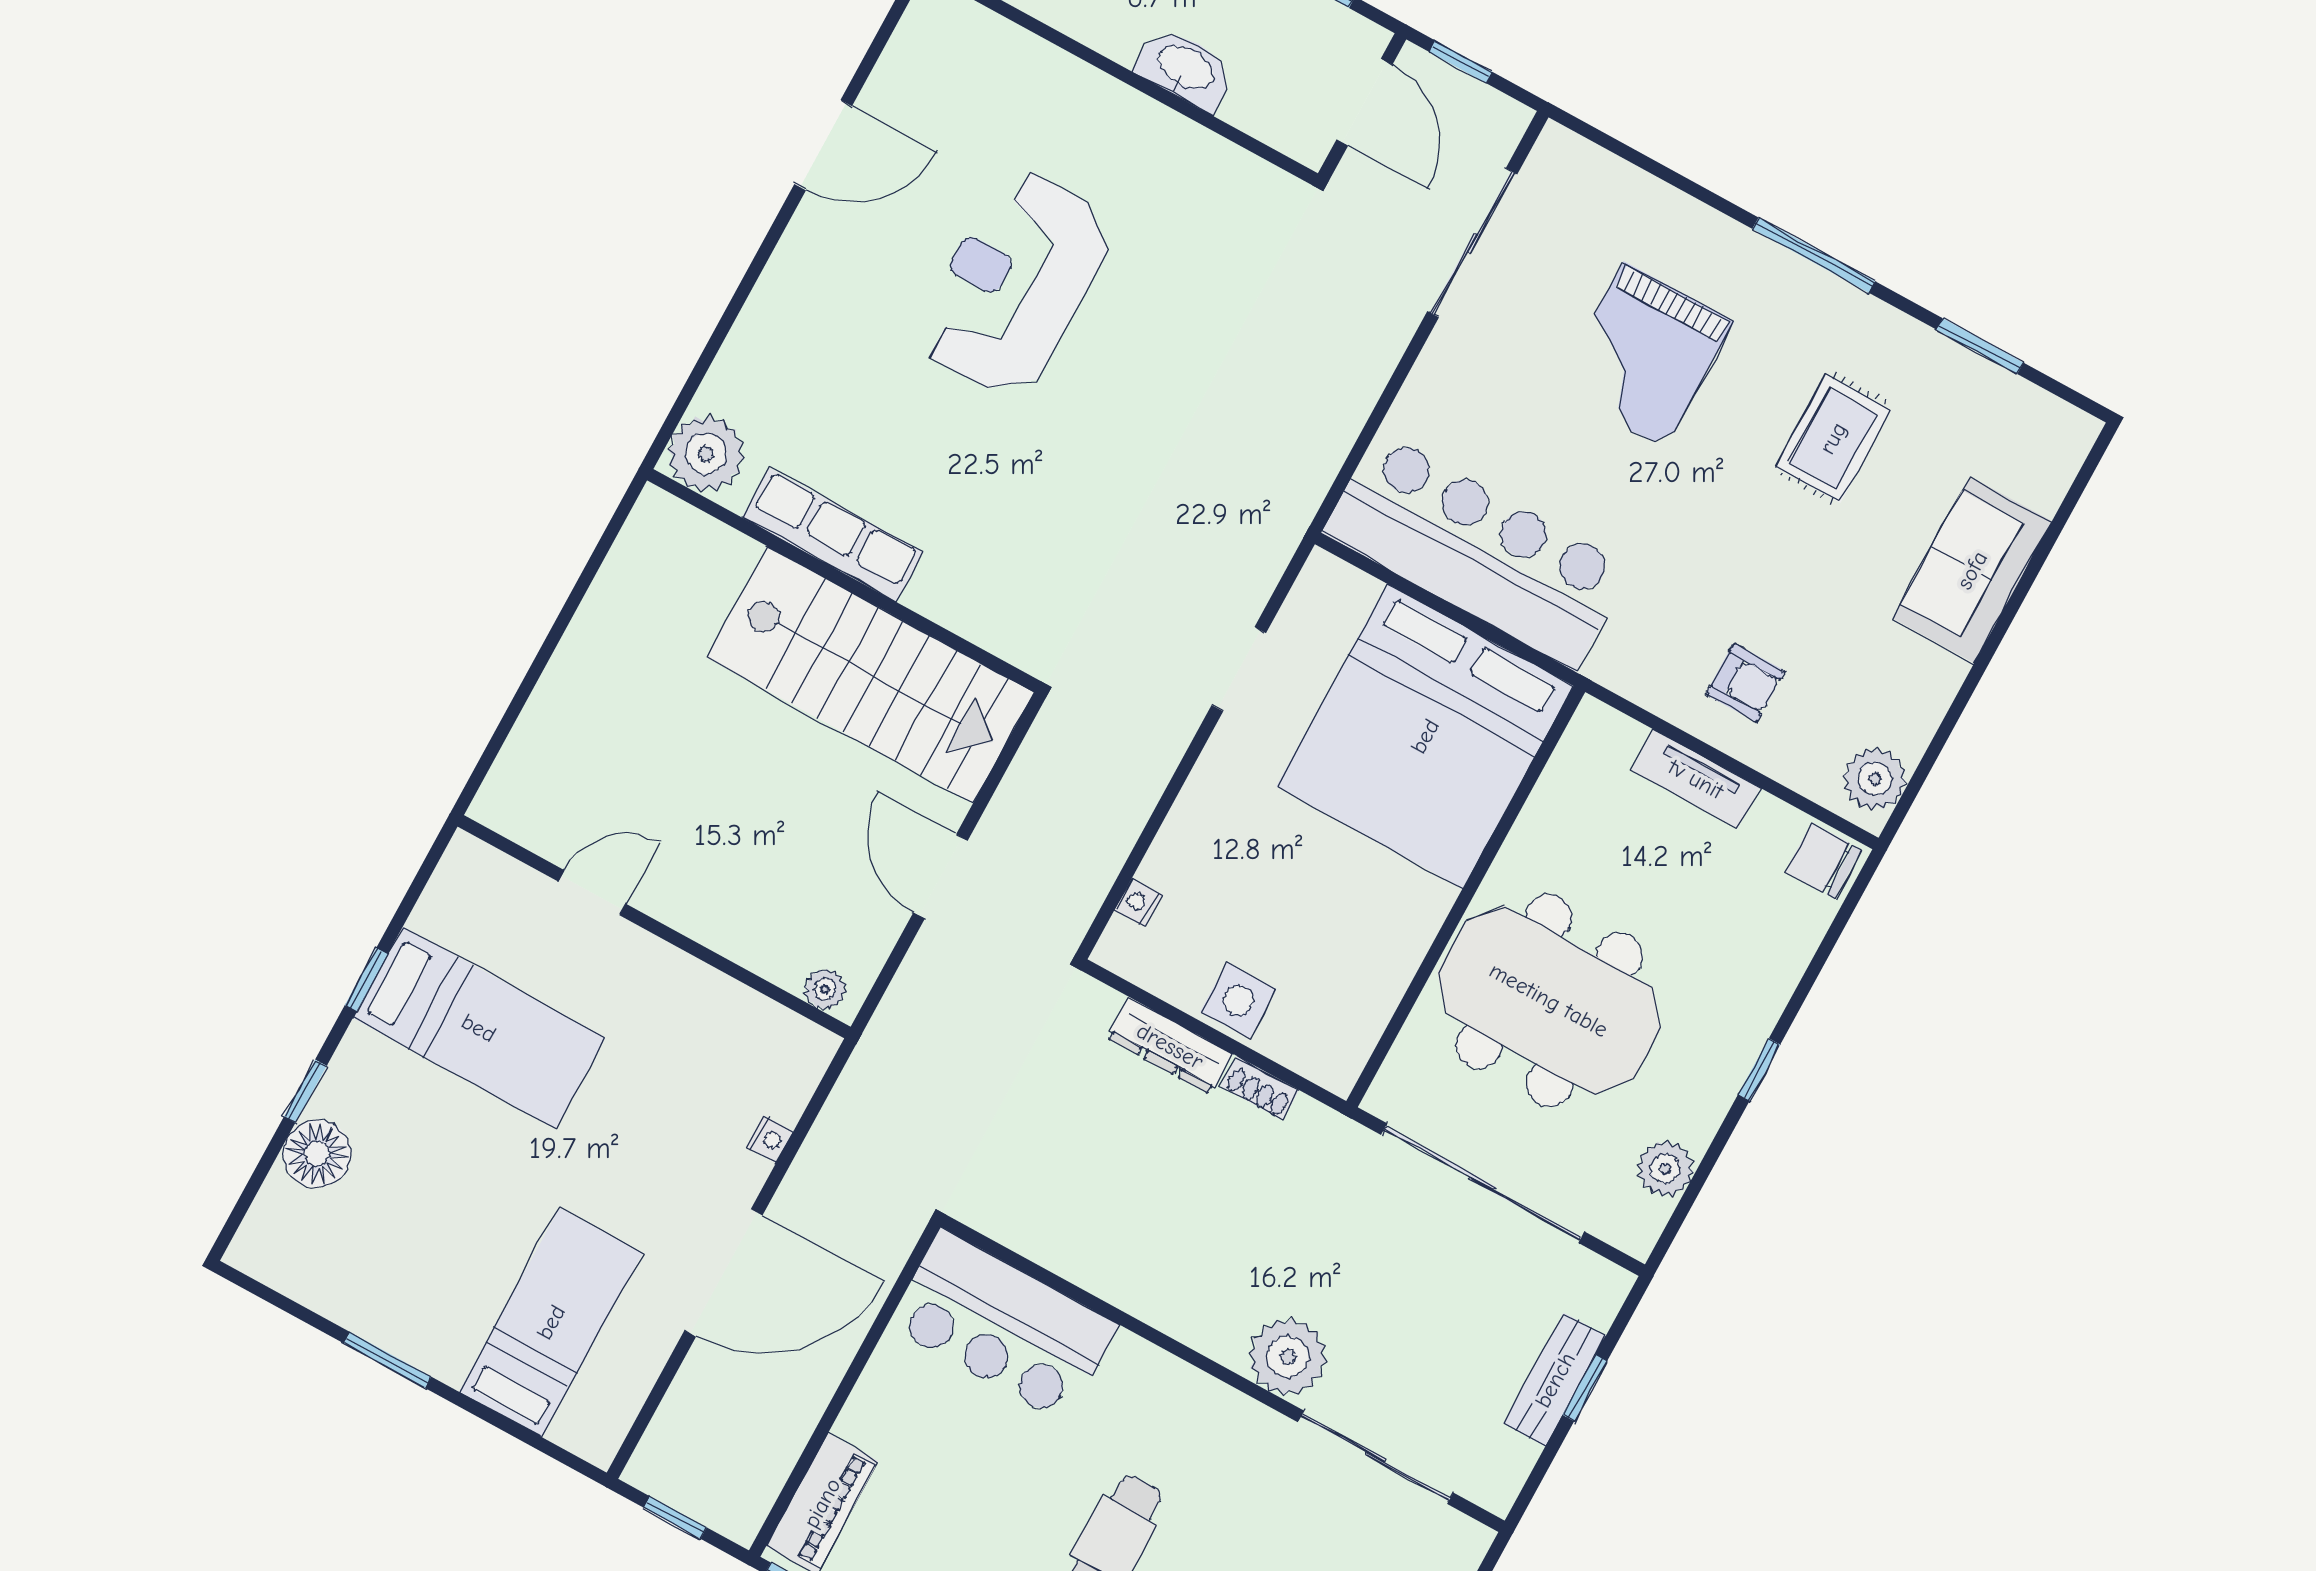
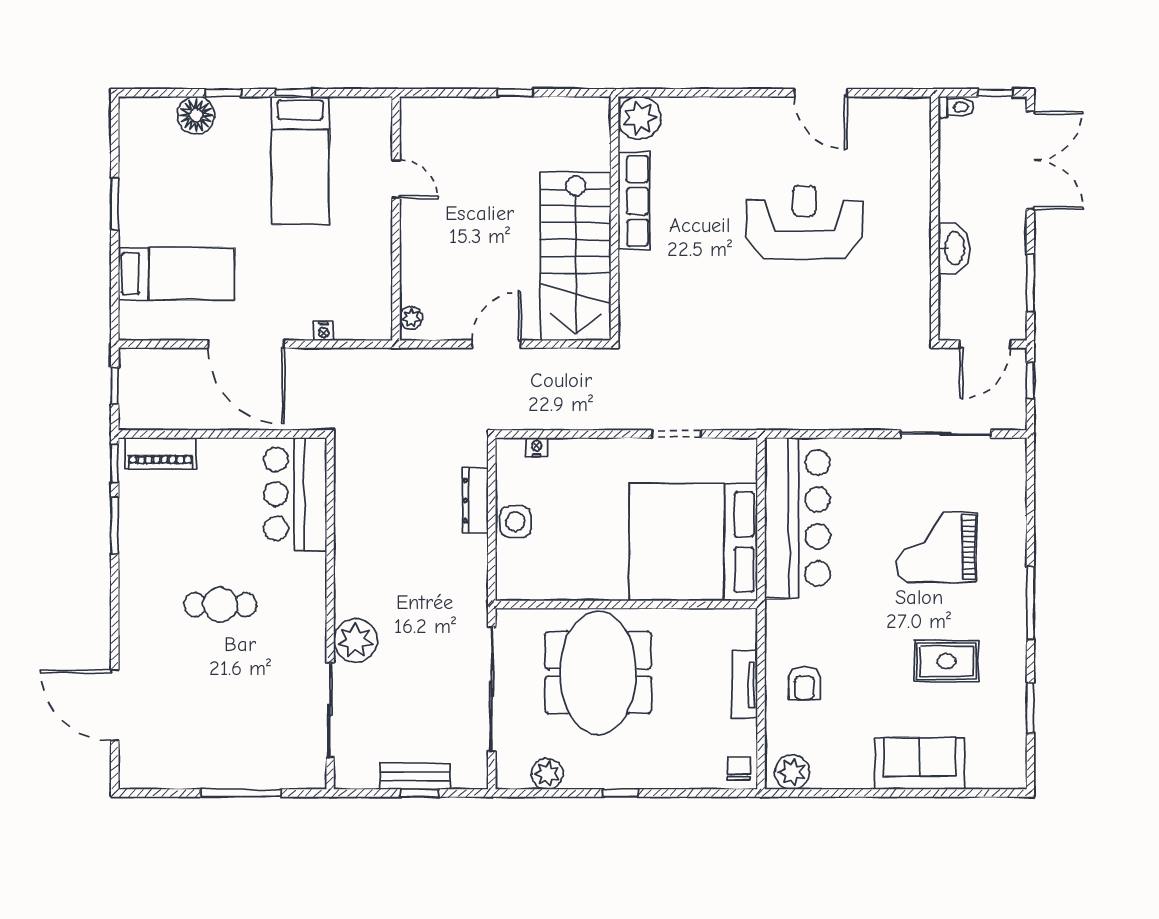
window: (559, 628) -> (516, 93), added
chair: (1823, 861) -> (739, 769), width x0.73, depth x0.73
shoe rack: (1260, 1088) -> (479, 555), removed

